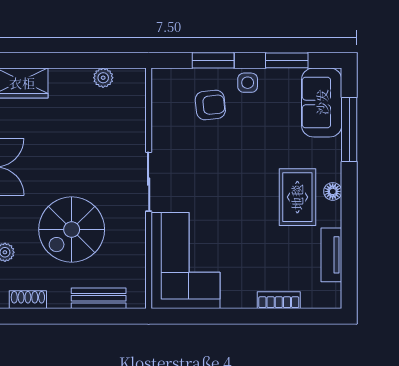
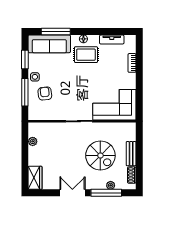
window: (213, 60) -> (25, 92), width x1.44
sofa: (322, 102) -> (49, 44), width x1.36
bench: (99, 298) -> (131, 154), moved

